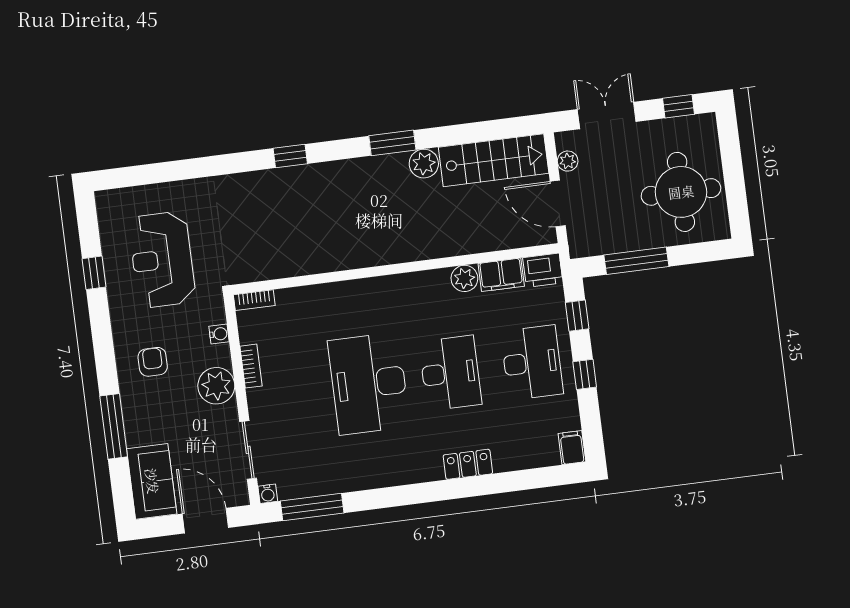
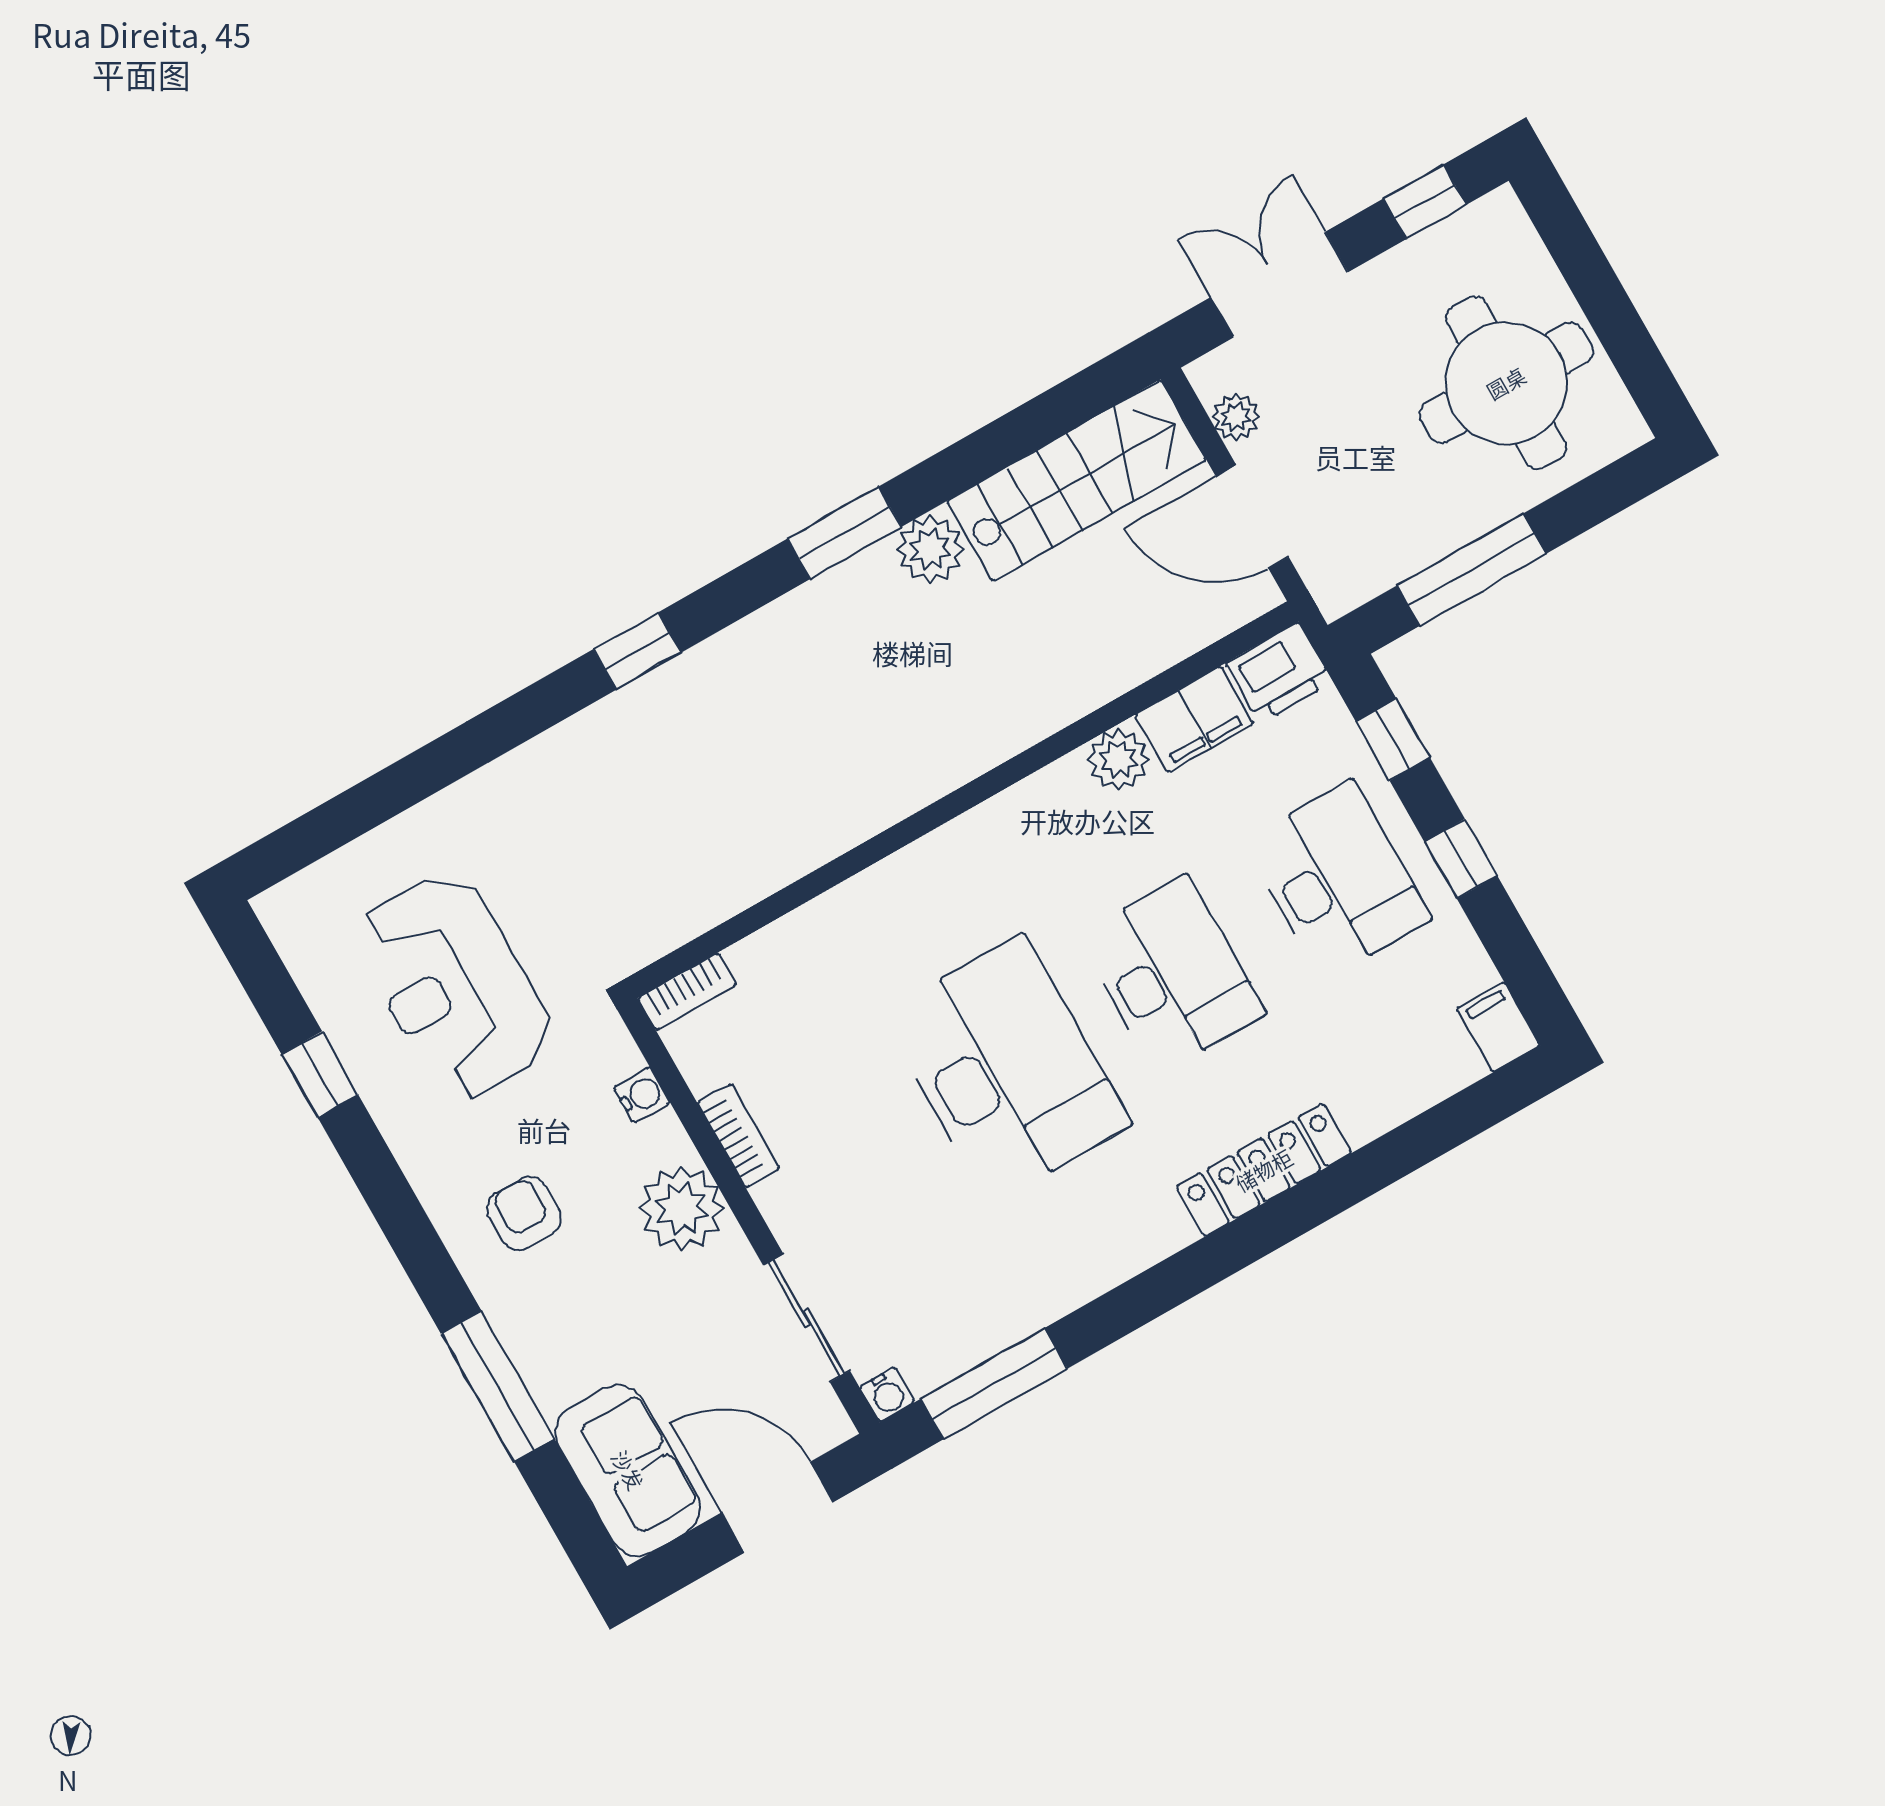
desk: (369, 383) -> (1006, 1069), turned 180
locker: (468, 464) -> (1264, 1170), width x1.53

